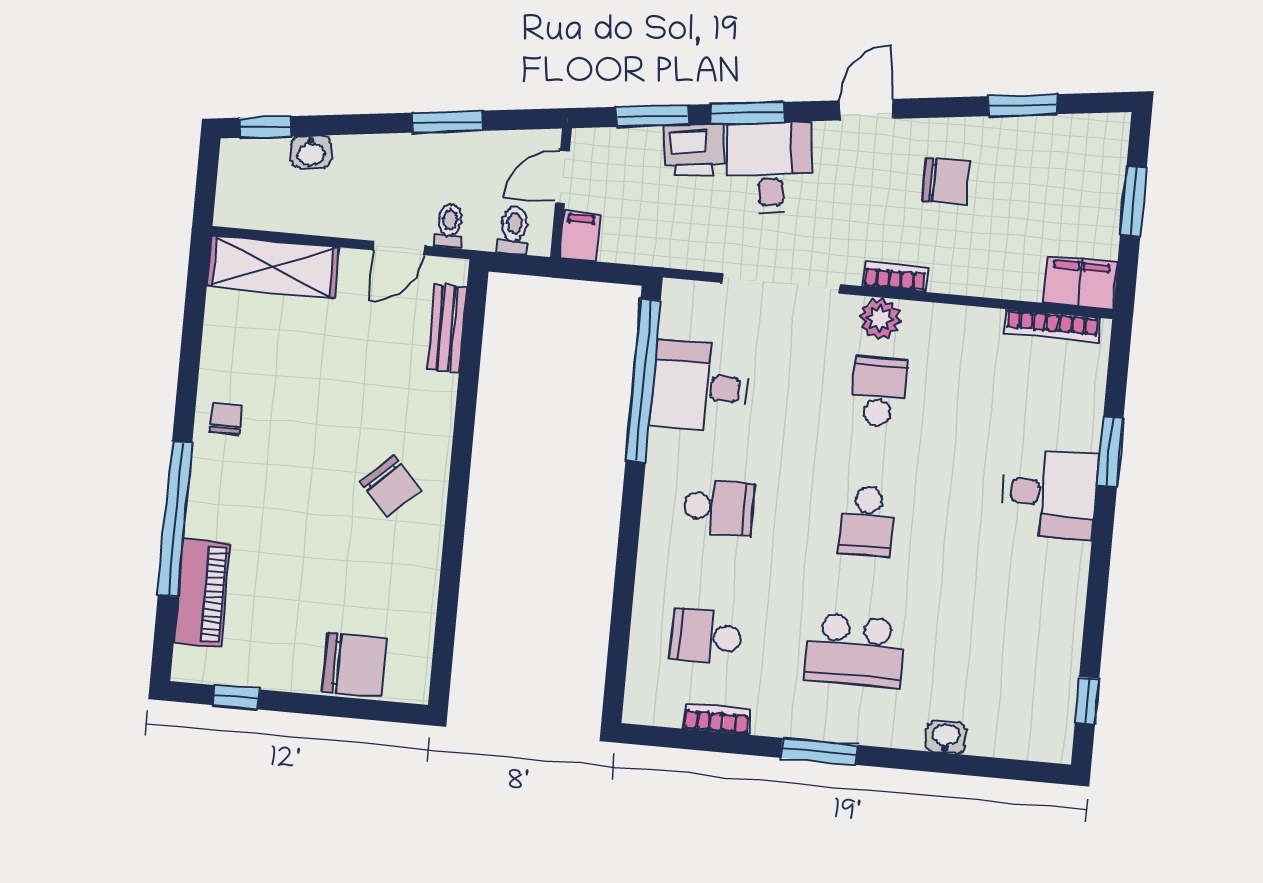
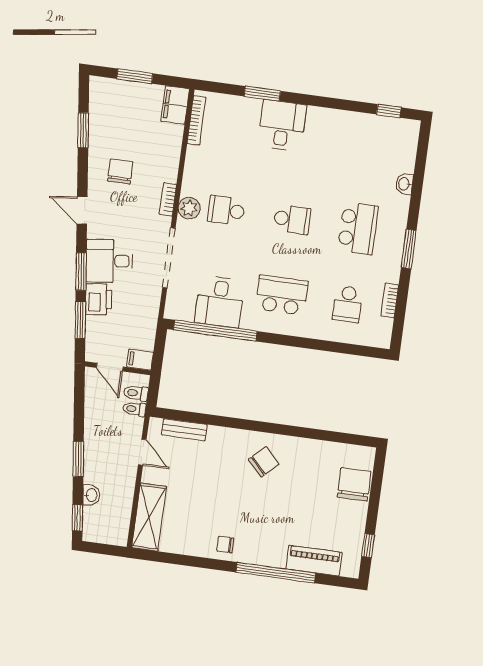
window: (447, 122) -> (78, 459), moved
toilet: (450, 226) -> (134, 409), moved
school desk: (718, 507) -> (282, 295), width x1.85

